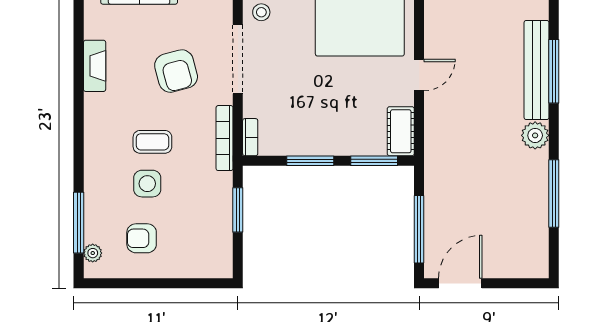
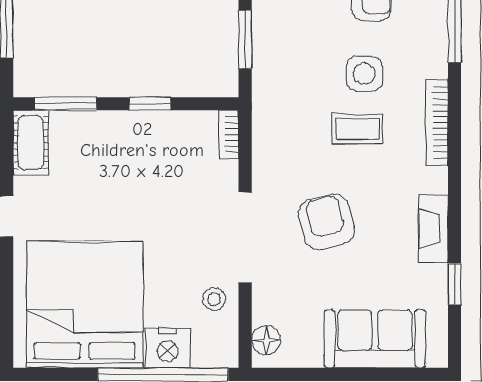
window: (79, 24) -> (455, 284), added
bookcase: (225, 138) -> (437, 123), moved, turned 180
window: (310, 161) -> (150, 104), width x0.67

